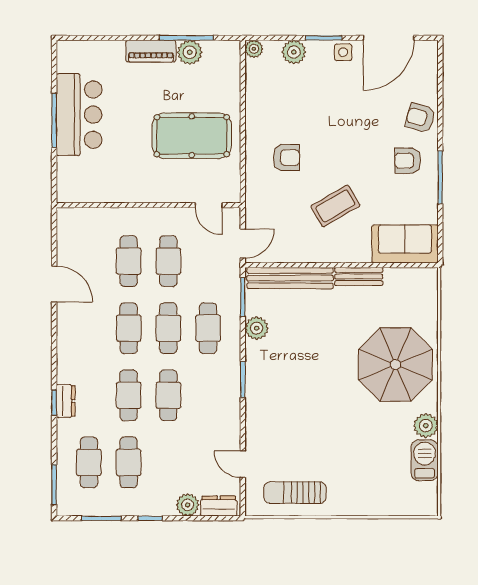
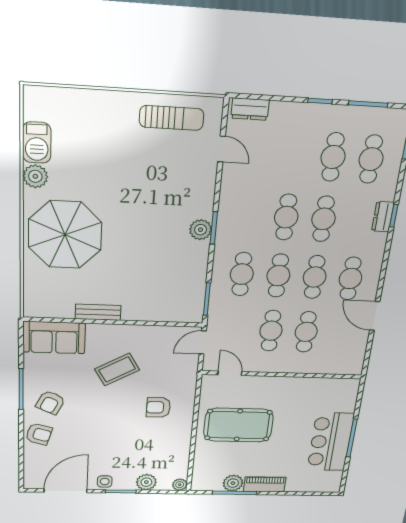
armchair: (408, 161) -> (50, 403), turned 116
bench: (290, 278) -> (162, 313), removed
cafe table: (89, 328) -> (350, 279), added
plant: (257, 328) -> (201, 230), moved
plant: (188, 505) -> (281, 112), removed

